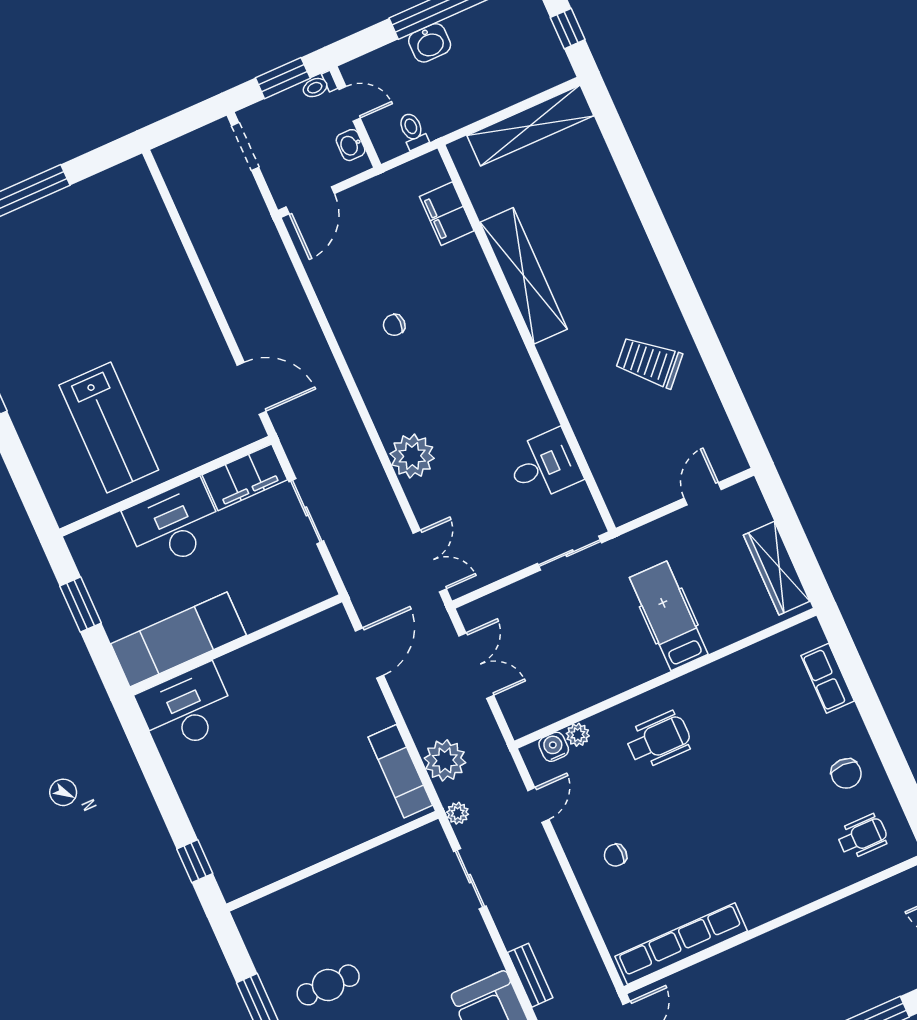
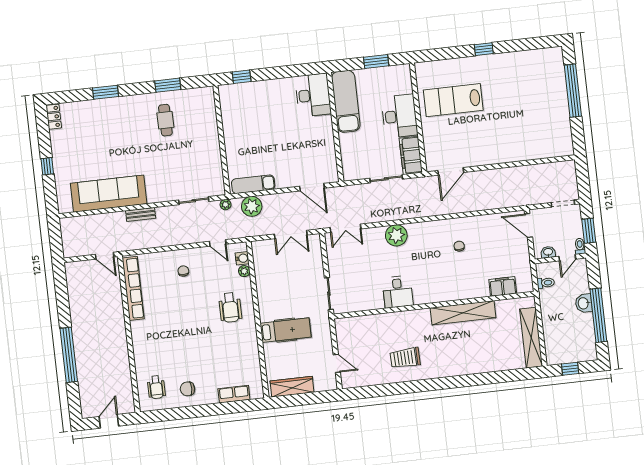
trolley: (649, 362) -> (405, 358), turned -135
desk: (544, 465) -> (398, 292), moved

